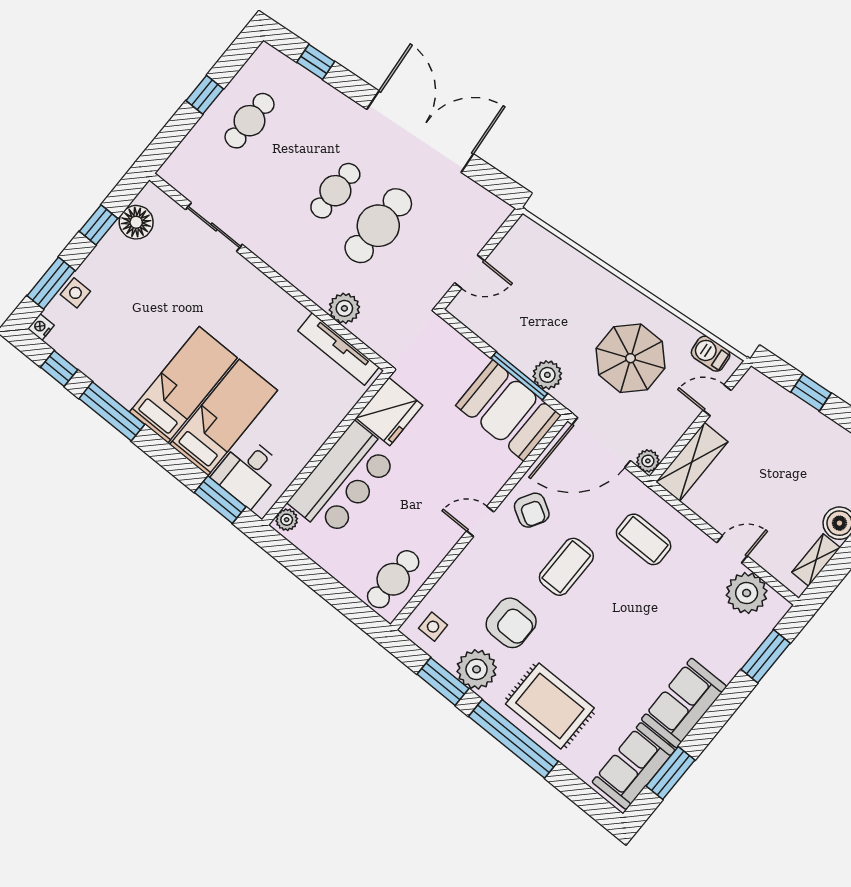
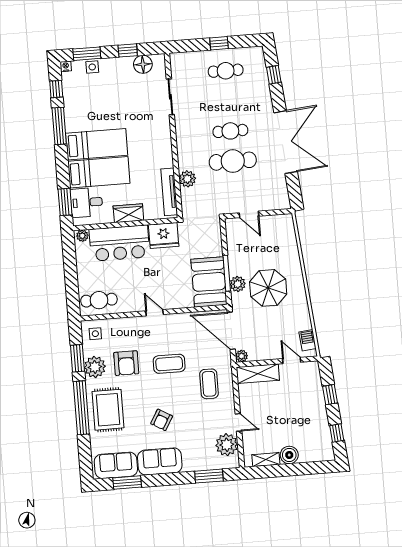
parasol: (631, 358) -> (268, 288), moved
wardrobe: (315, 430) -> (128, 213), added
armchair: (532, 510) -> (162, 420), moved

